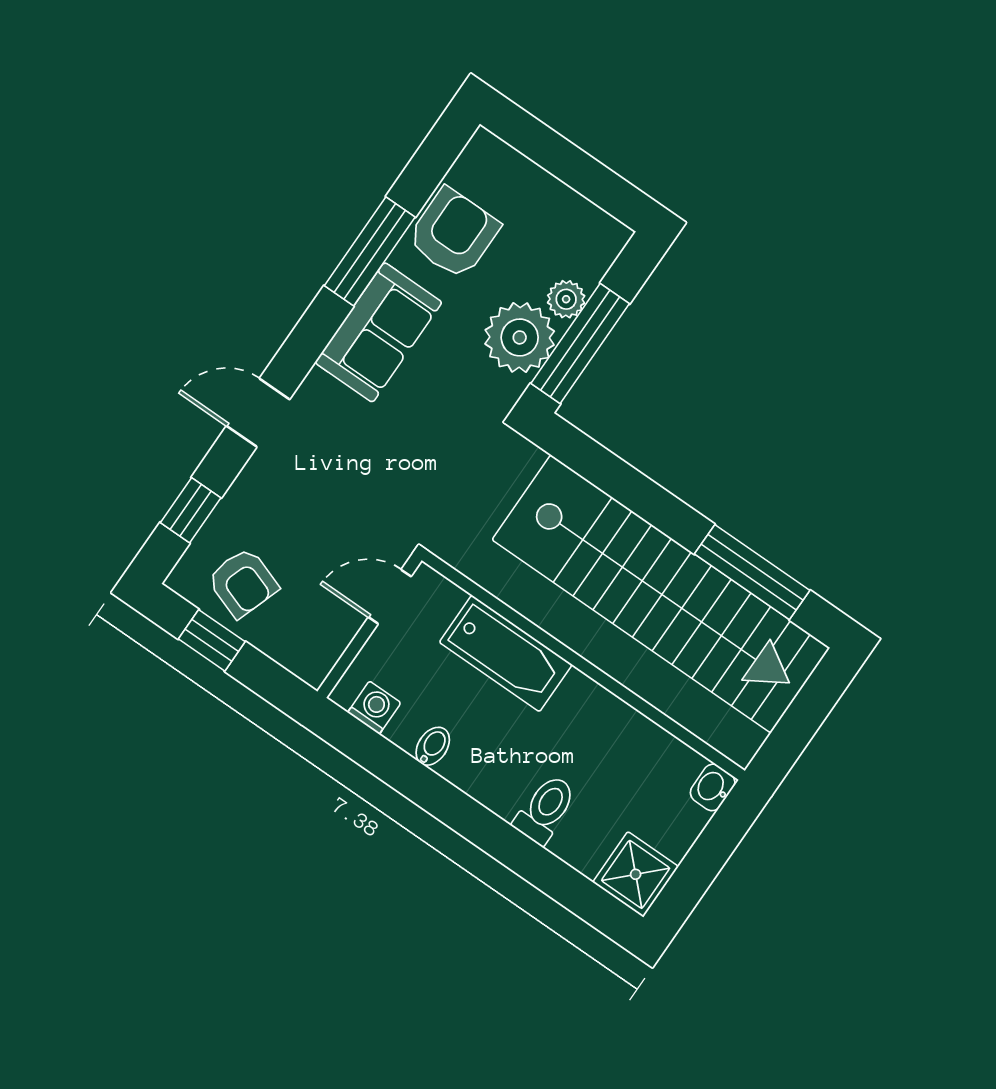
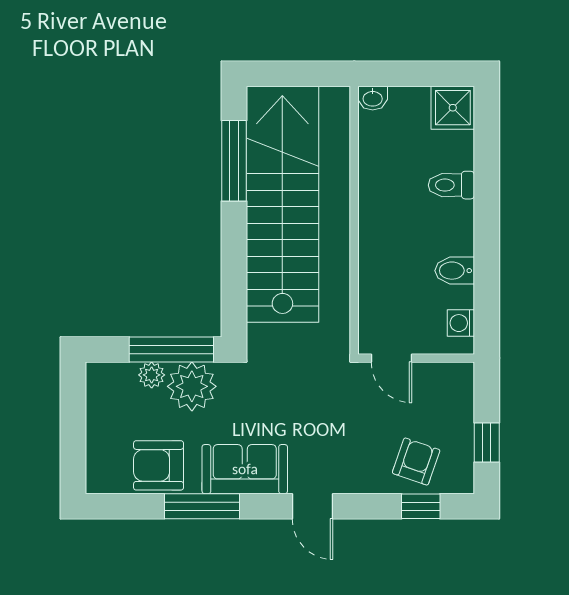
door: (258, 413) -> (312, 506), moved
armchair: (243, 583) -> (416, 462), moved
bathtub: (506, 653) -> (378, 269), removed
bidet: (433, 746) -> (455, 271), width x1.38, depth x1.36

